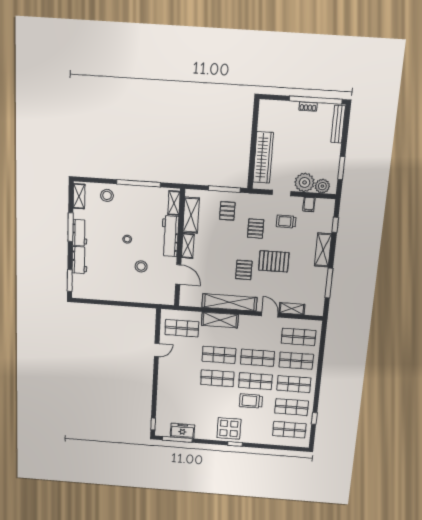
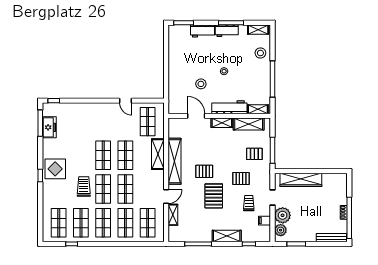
door: (178, 274) -> (196, 116), swing flipped

